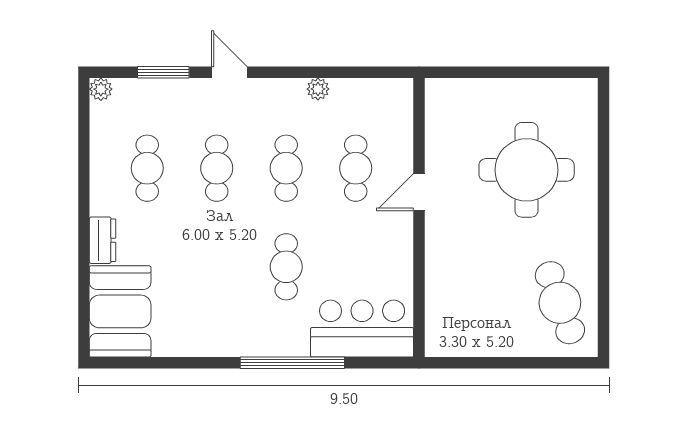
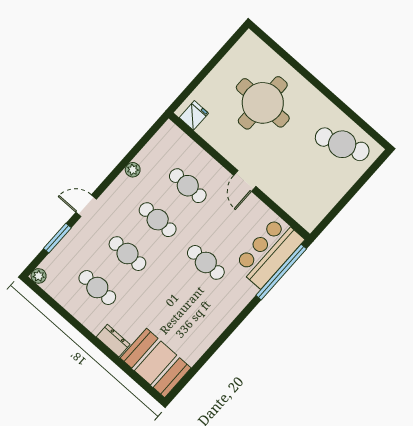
fridge: (442, 104) -> (194, 115), added
door: (419, 192) -> (245, 181), moved
window: (292, 363) -> (281, 272), moved

